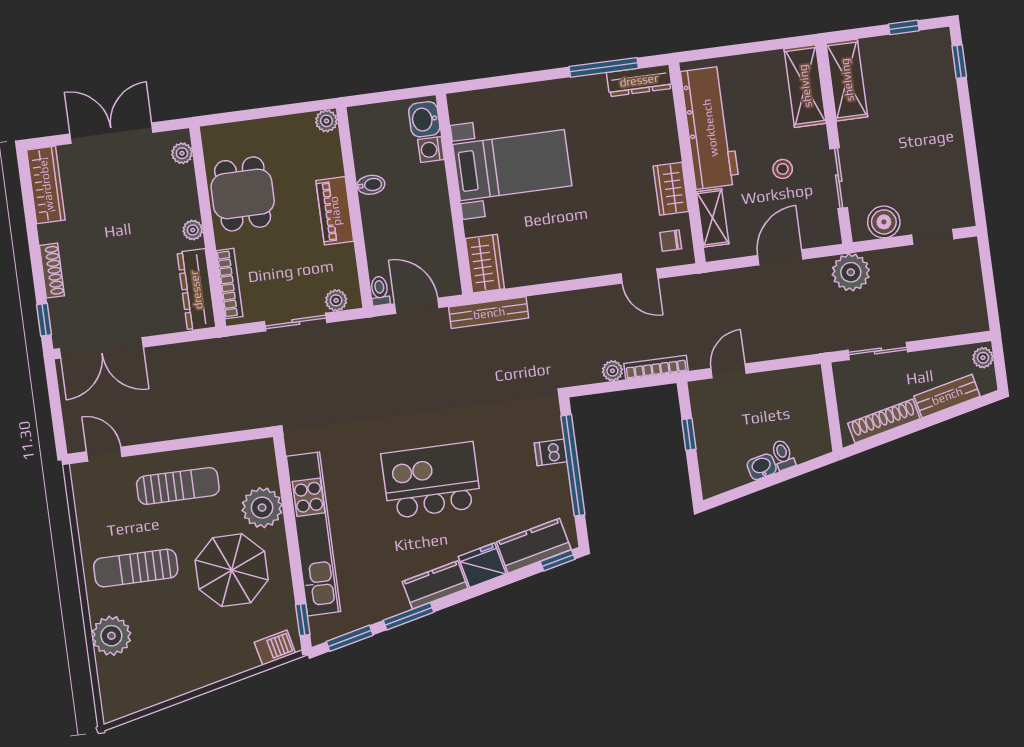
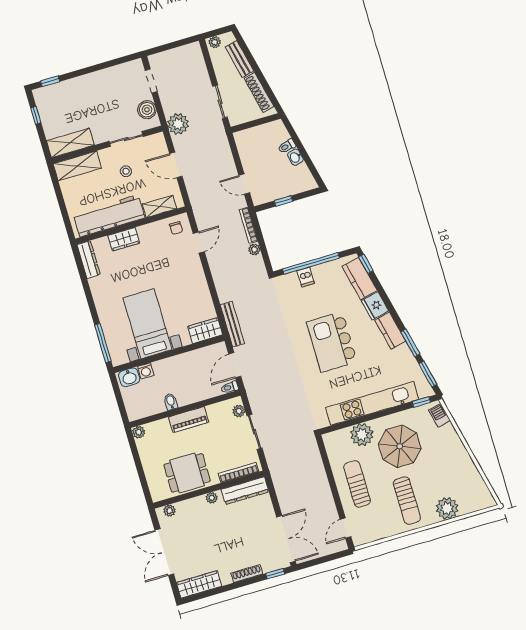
window: (604, 67) -> (103, 343), moved
wardrobe: (671, 189) -> (124, 239), moved

